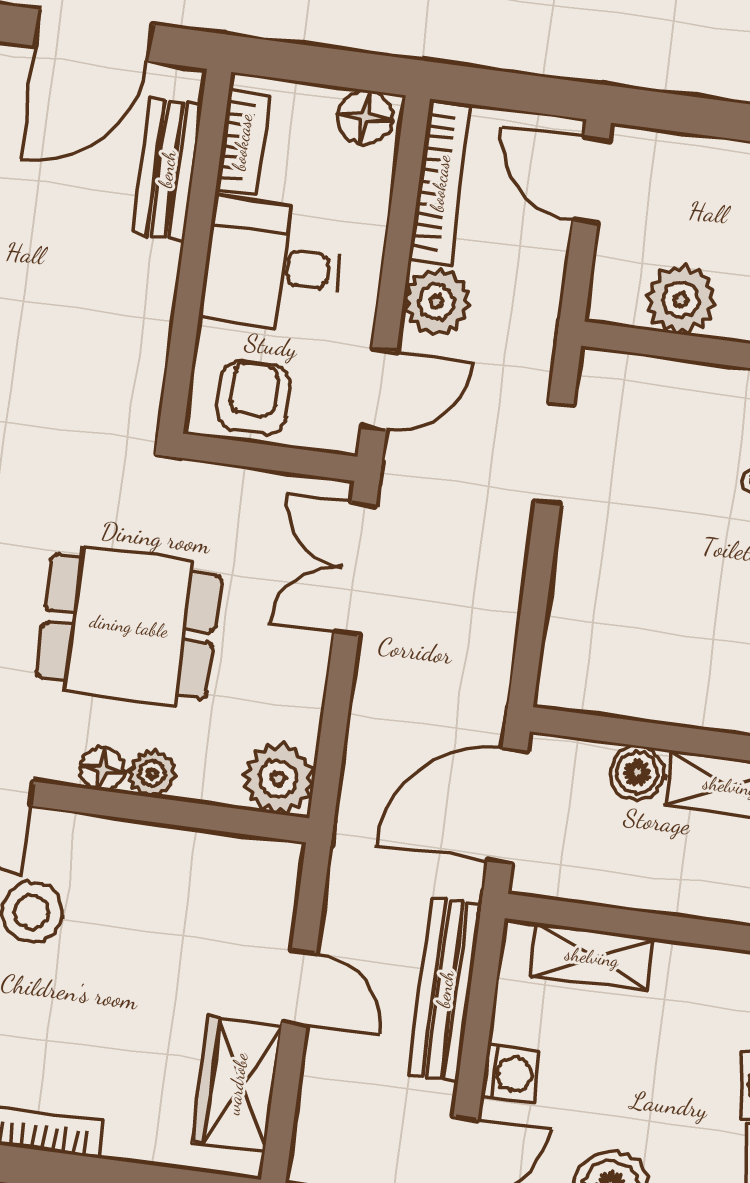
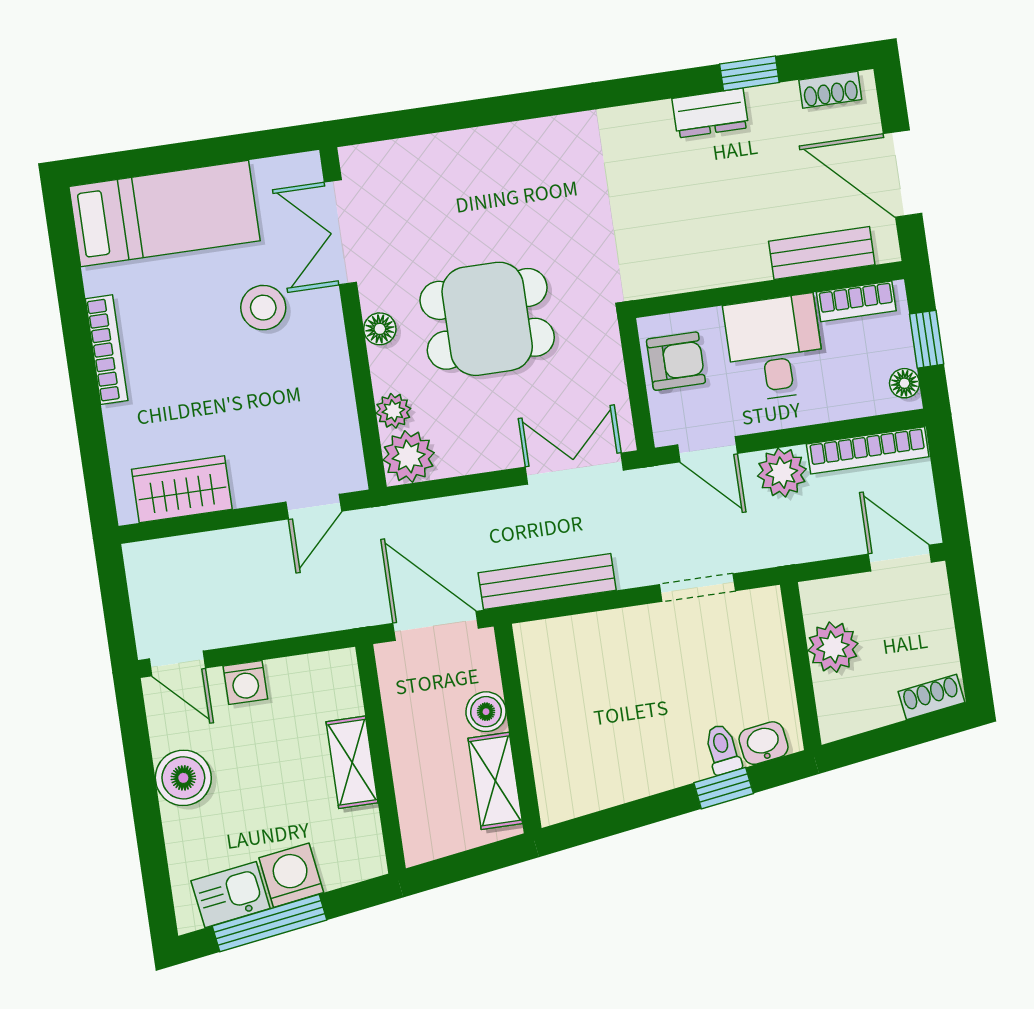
window: (317, 65) -> (927, 339), added
floor lamp: (365, 117) -> (904, 383), width x0.73, depth x0.73
door: (591, 180) -> (900, 558), hinge flipped
dining table: (129, 626) -> (487, 319), turned 90
plant: (152, 774) -> (393, 411), moved
shelving: (592, 957) -> (352, 762), moved
door: (299, 987) -> (314, 507), moved
bench: (445, 989) -> (547, 581), moved

